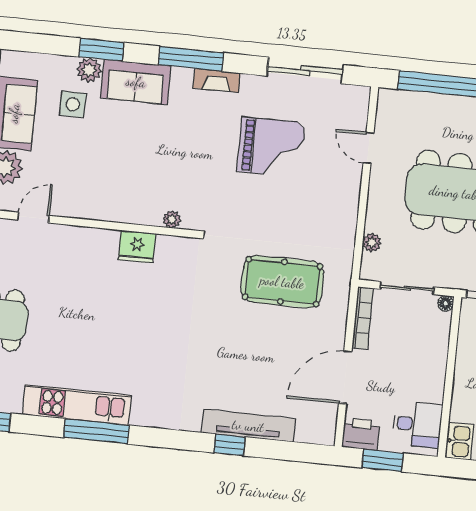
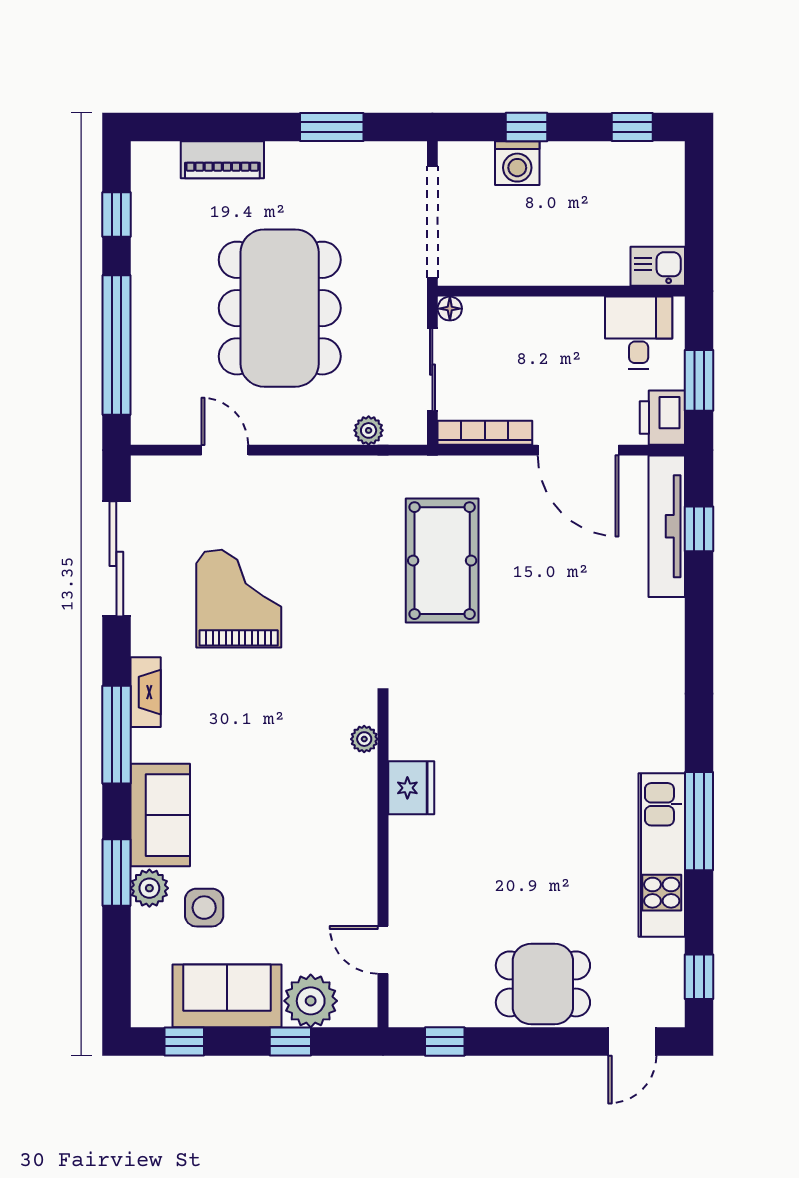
door: (369, 148) -> (225, 450), swing flipped
tv unit: (248, 426) -> (667, 526), moved
window: (230, 445) -> (699, 529), moved

